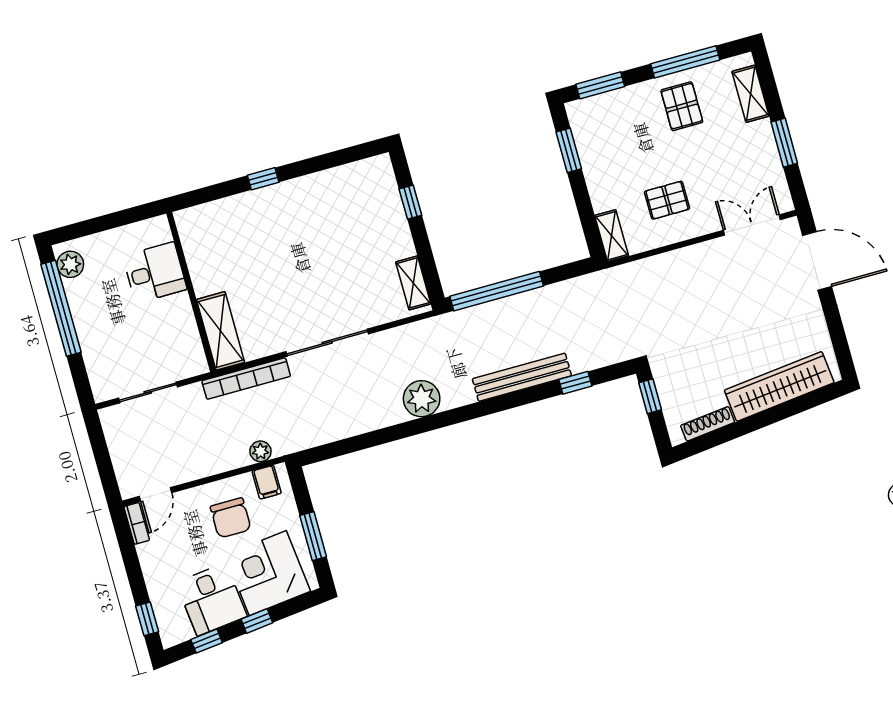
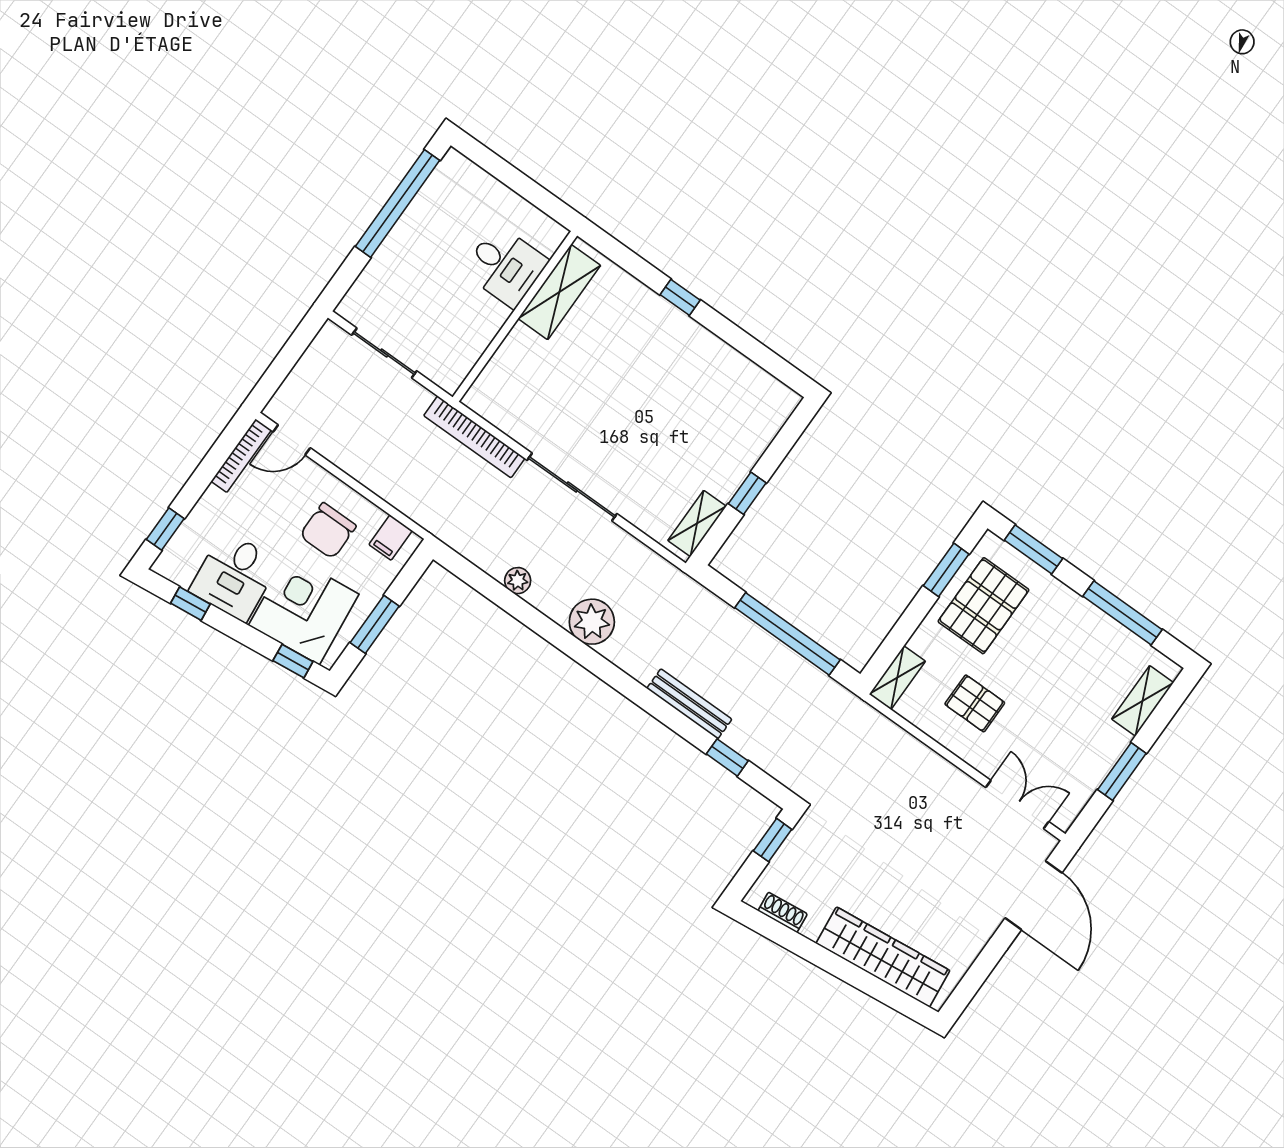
pallet: (682, 106) -> (983, 606), moved, width x1.50, depth x1.42
window: (410, 202) -> (747, 493), moved
plant: (70, 264) -> (447, 178), removed
window: (497, 291) -> (787, 634), moved
shelving: (220, 331) -> (559, 292), moved
bench: (522, 377) -> (689, 704), width x0.73, depth x0.82
shoe rack: (708, 424) -> (783, 912), width x0.70
plant: (260, 451) -> (518, 581), moved
bookcase: (137, 523) -> (241, 456), width x1.56
window: (257, 621) -> (293, 661), moved

